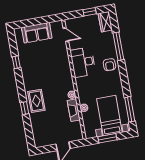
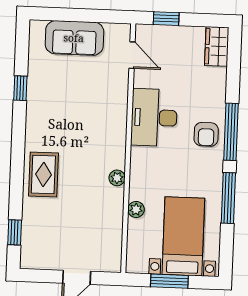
window: (90, 12) -> (166, 19), moved
window: (118, 46) -> (231, 132), moved
window: (25, 108) -> (15, 232), moved
window: (130, 109) -> (228, 198), moved
fireplace: (74, 110) -> (114, 210), removed

